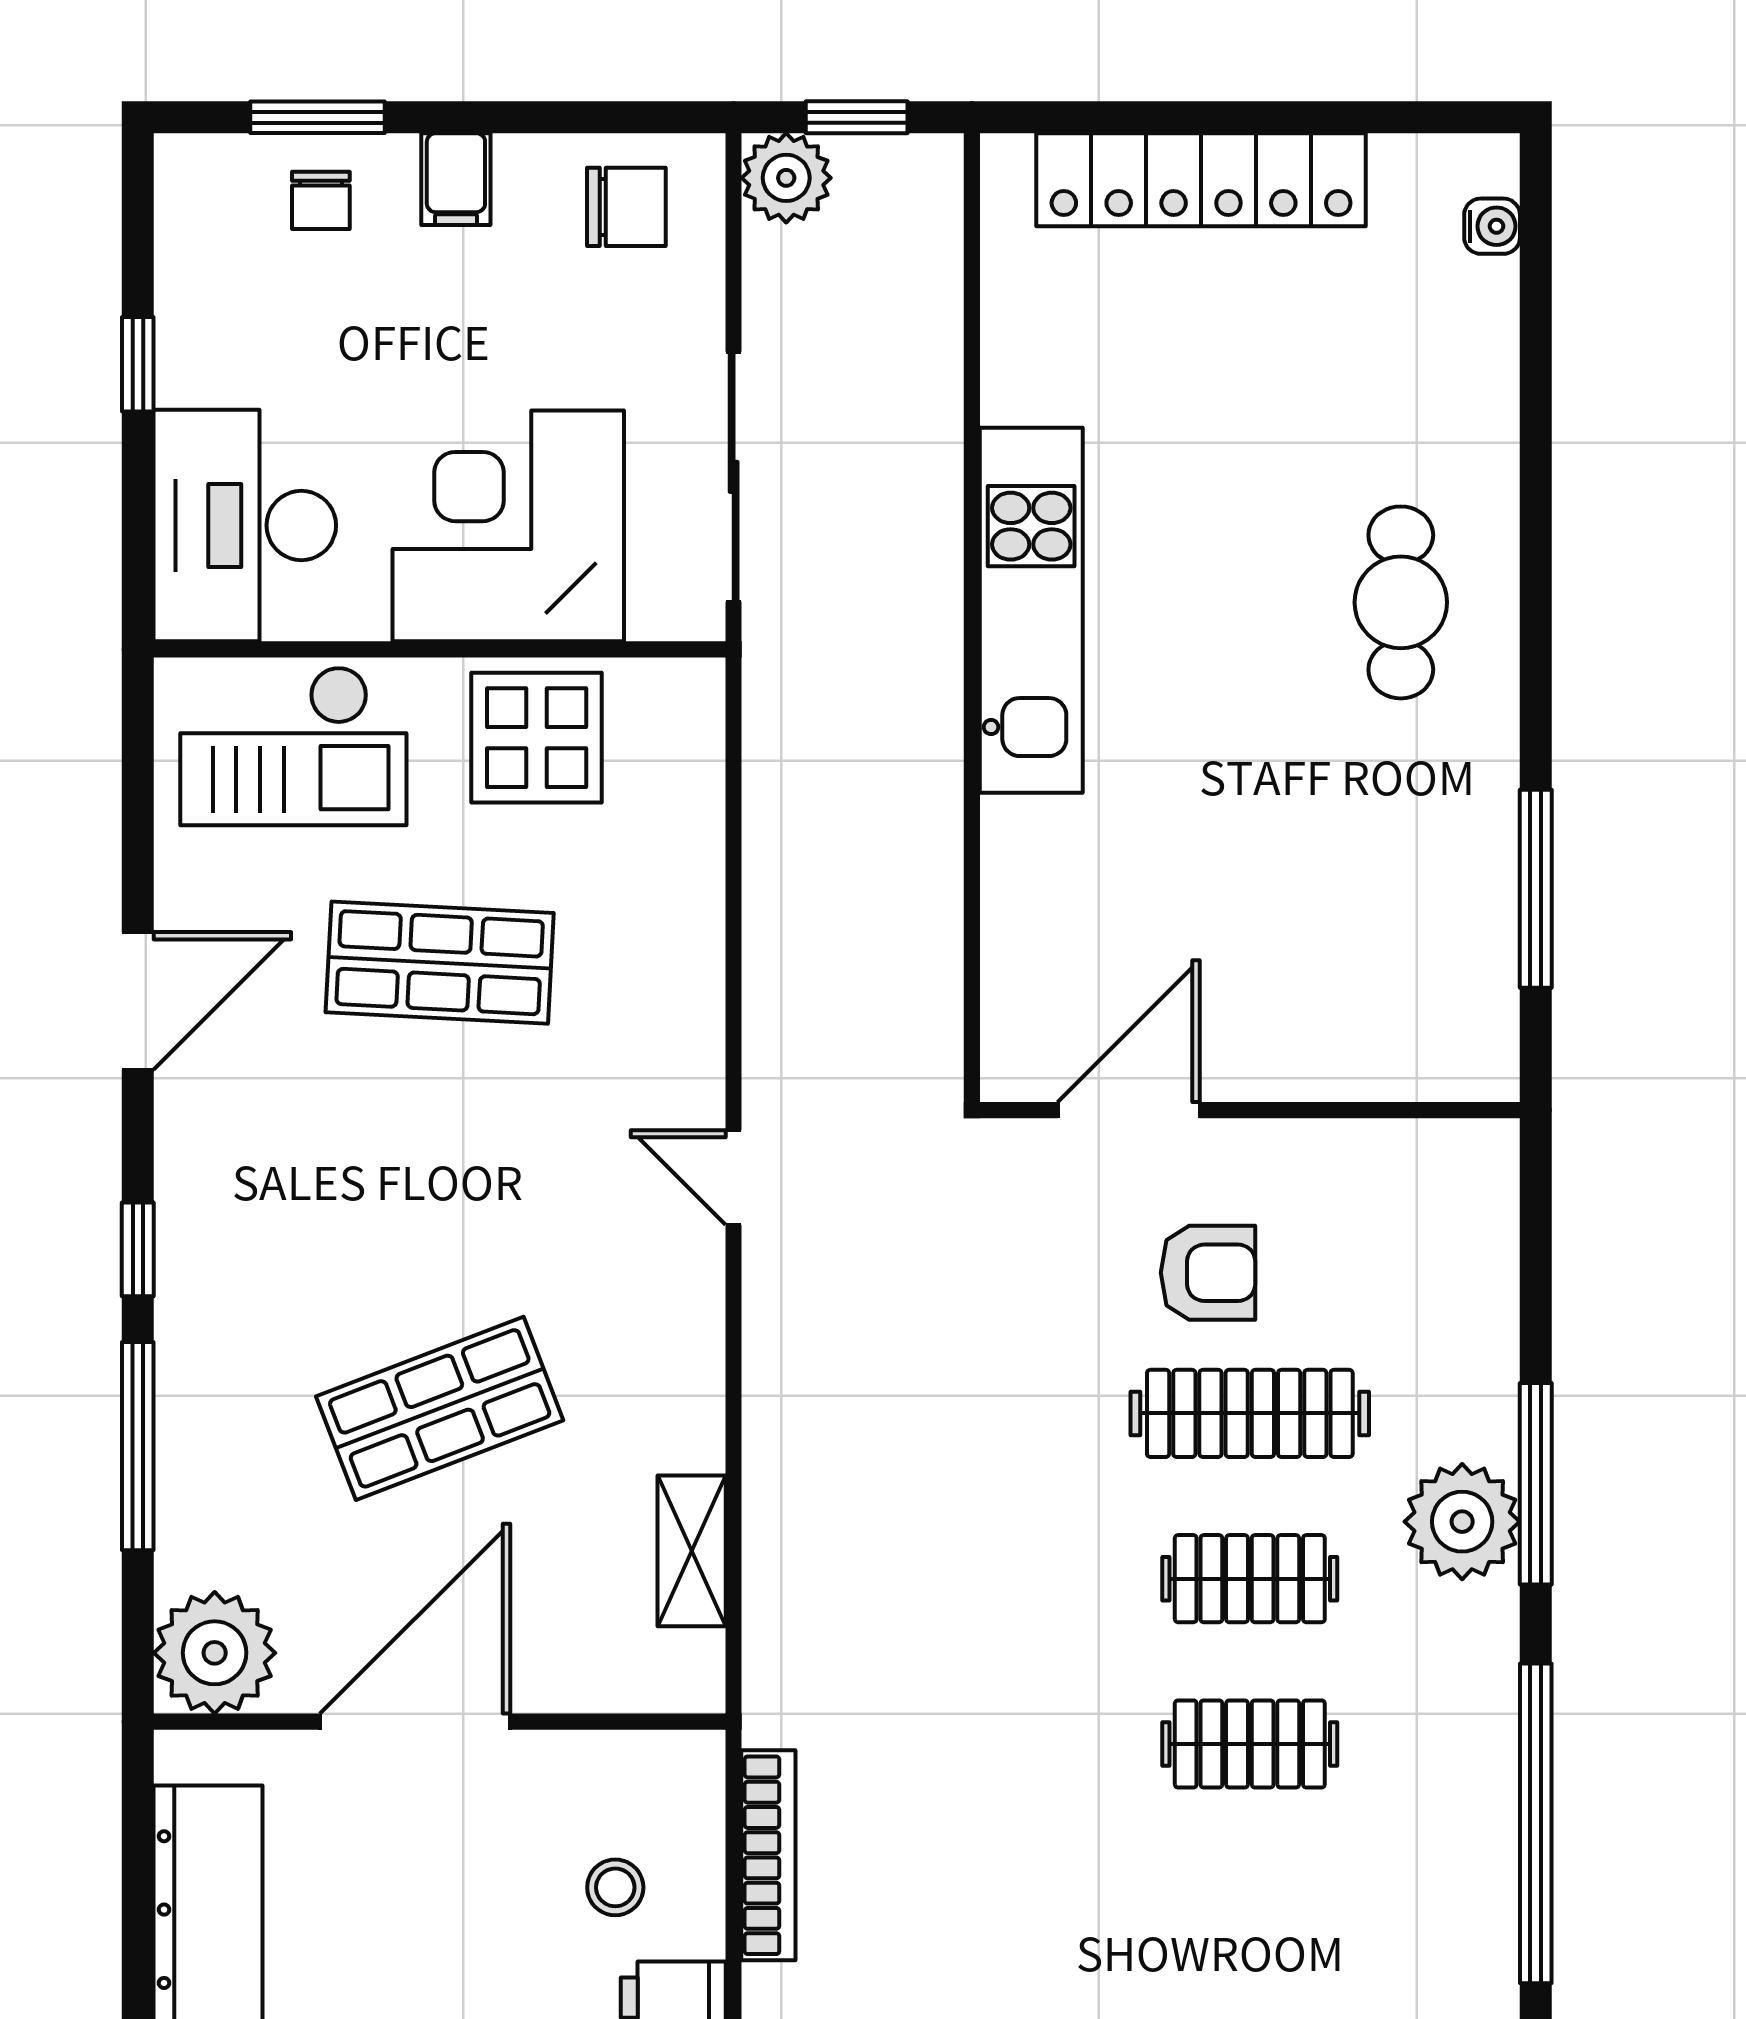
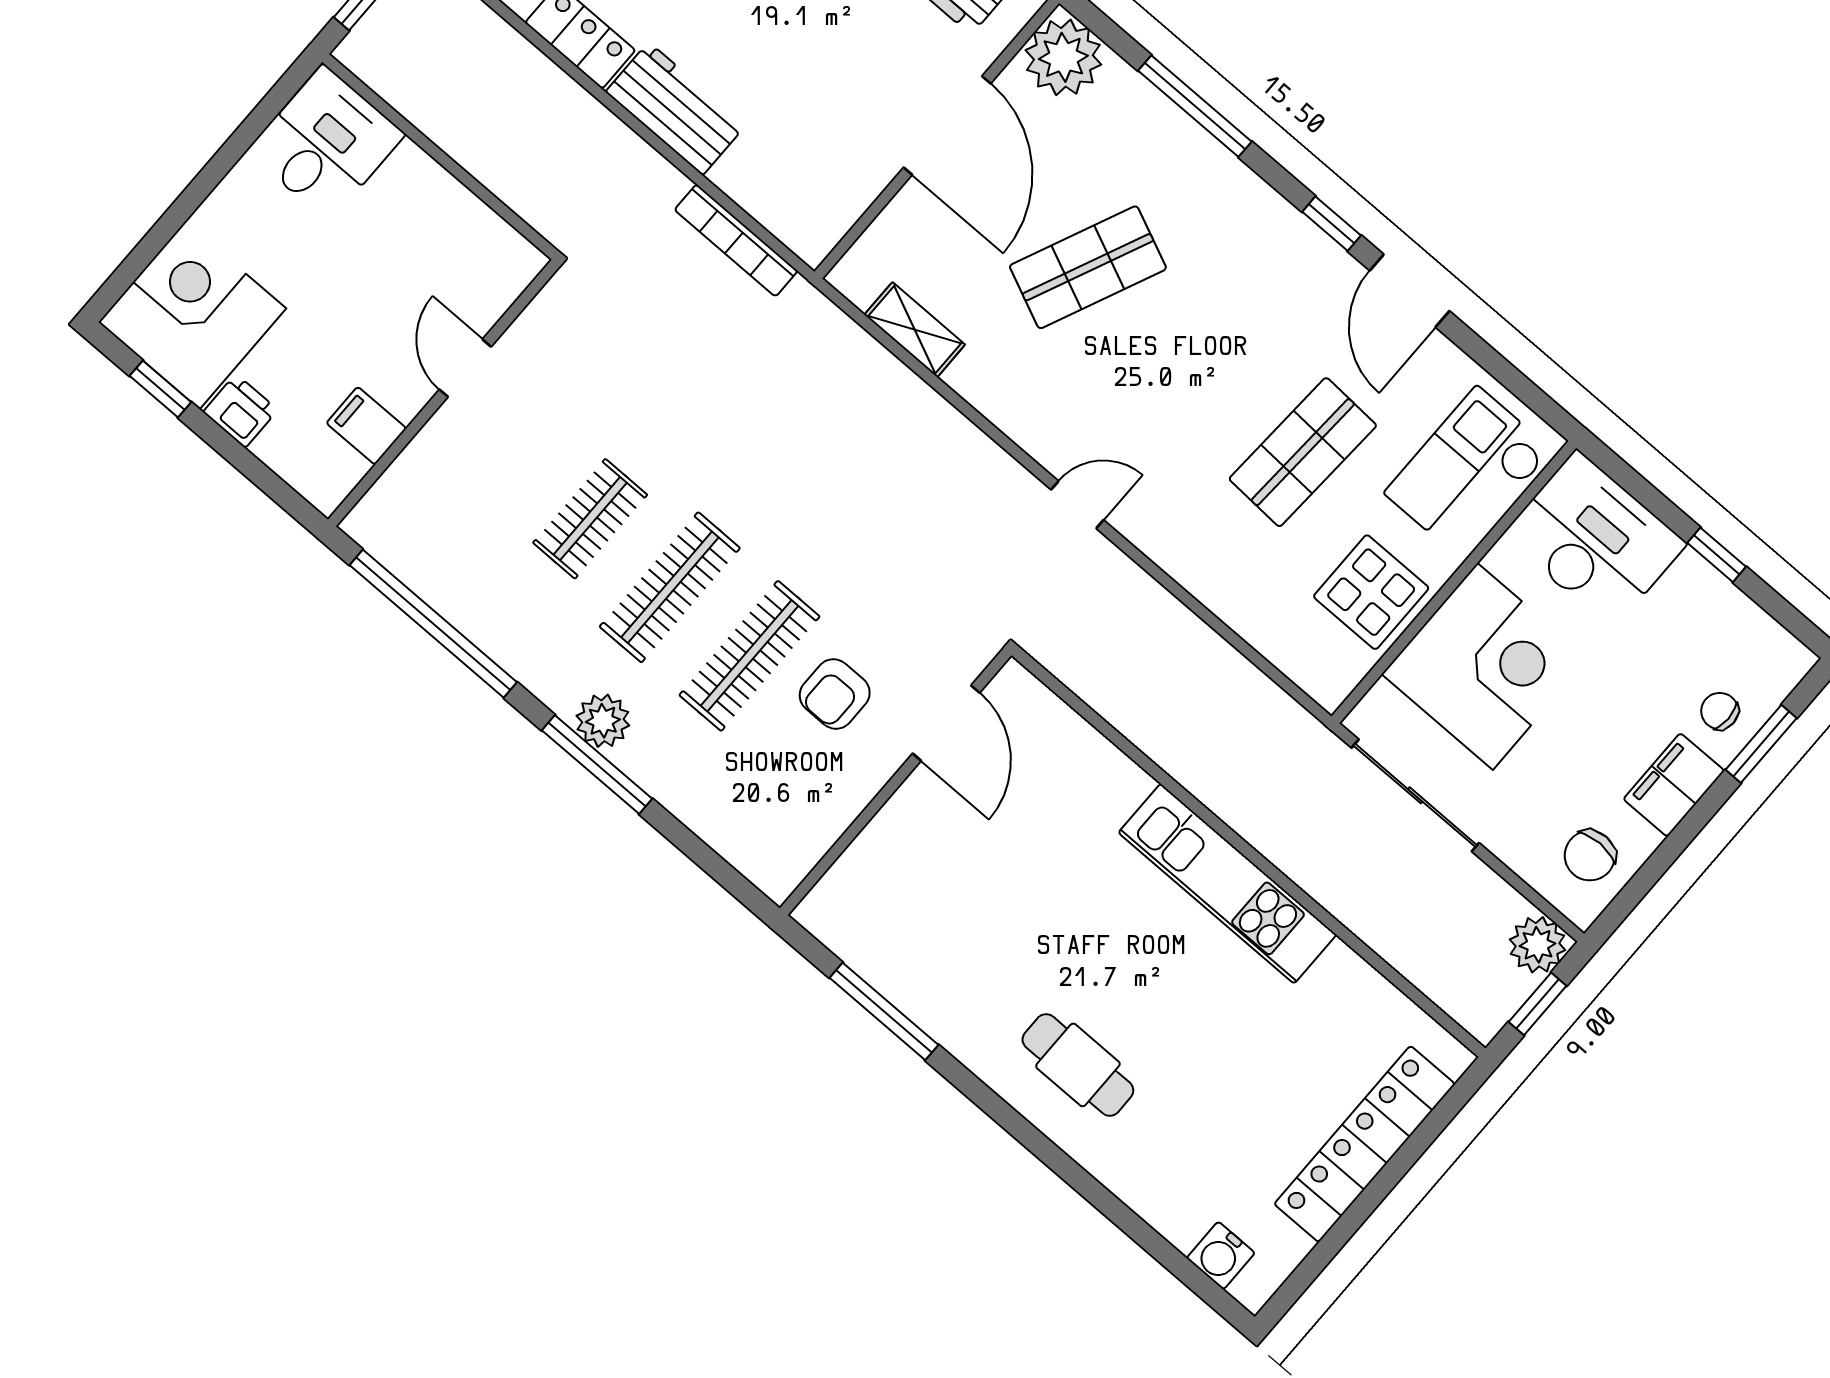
filing cabinet: (456, 179) -> (1674, 785), width x2.00
water cooler: (1492, 226) -> (1221, 1256), width x1.38, depth x1.38
window: (138, 1249) -> (1332, 224), moved
shop shelf: (440, 1408) -> (1088, 267), turned 45
plant: (1462, 1522) -> (603, 721), width x0.73, depth x0.73
clothes rail: (1250, 1579) -> (670, 587), width x1.36
stool: (615, 1887) -> (784, 153), removed

